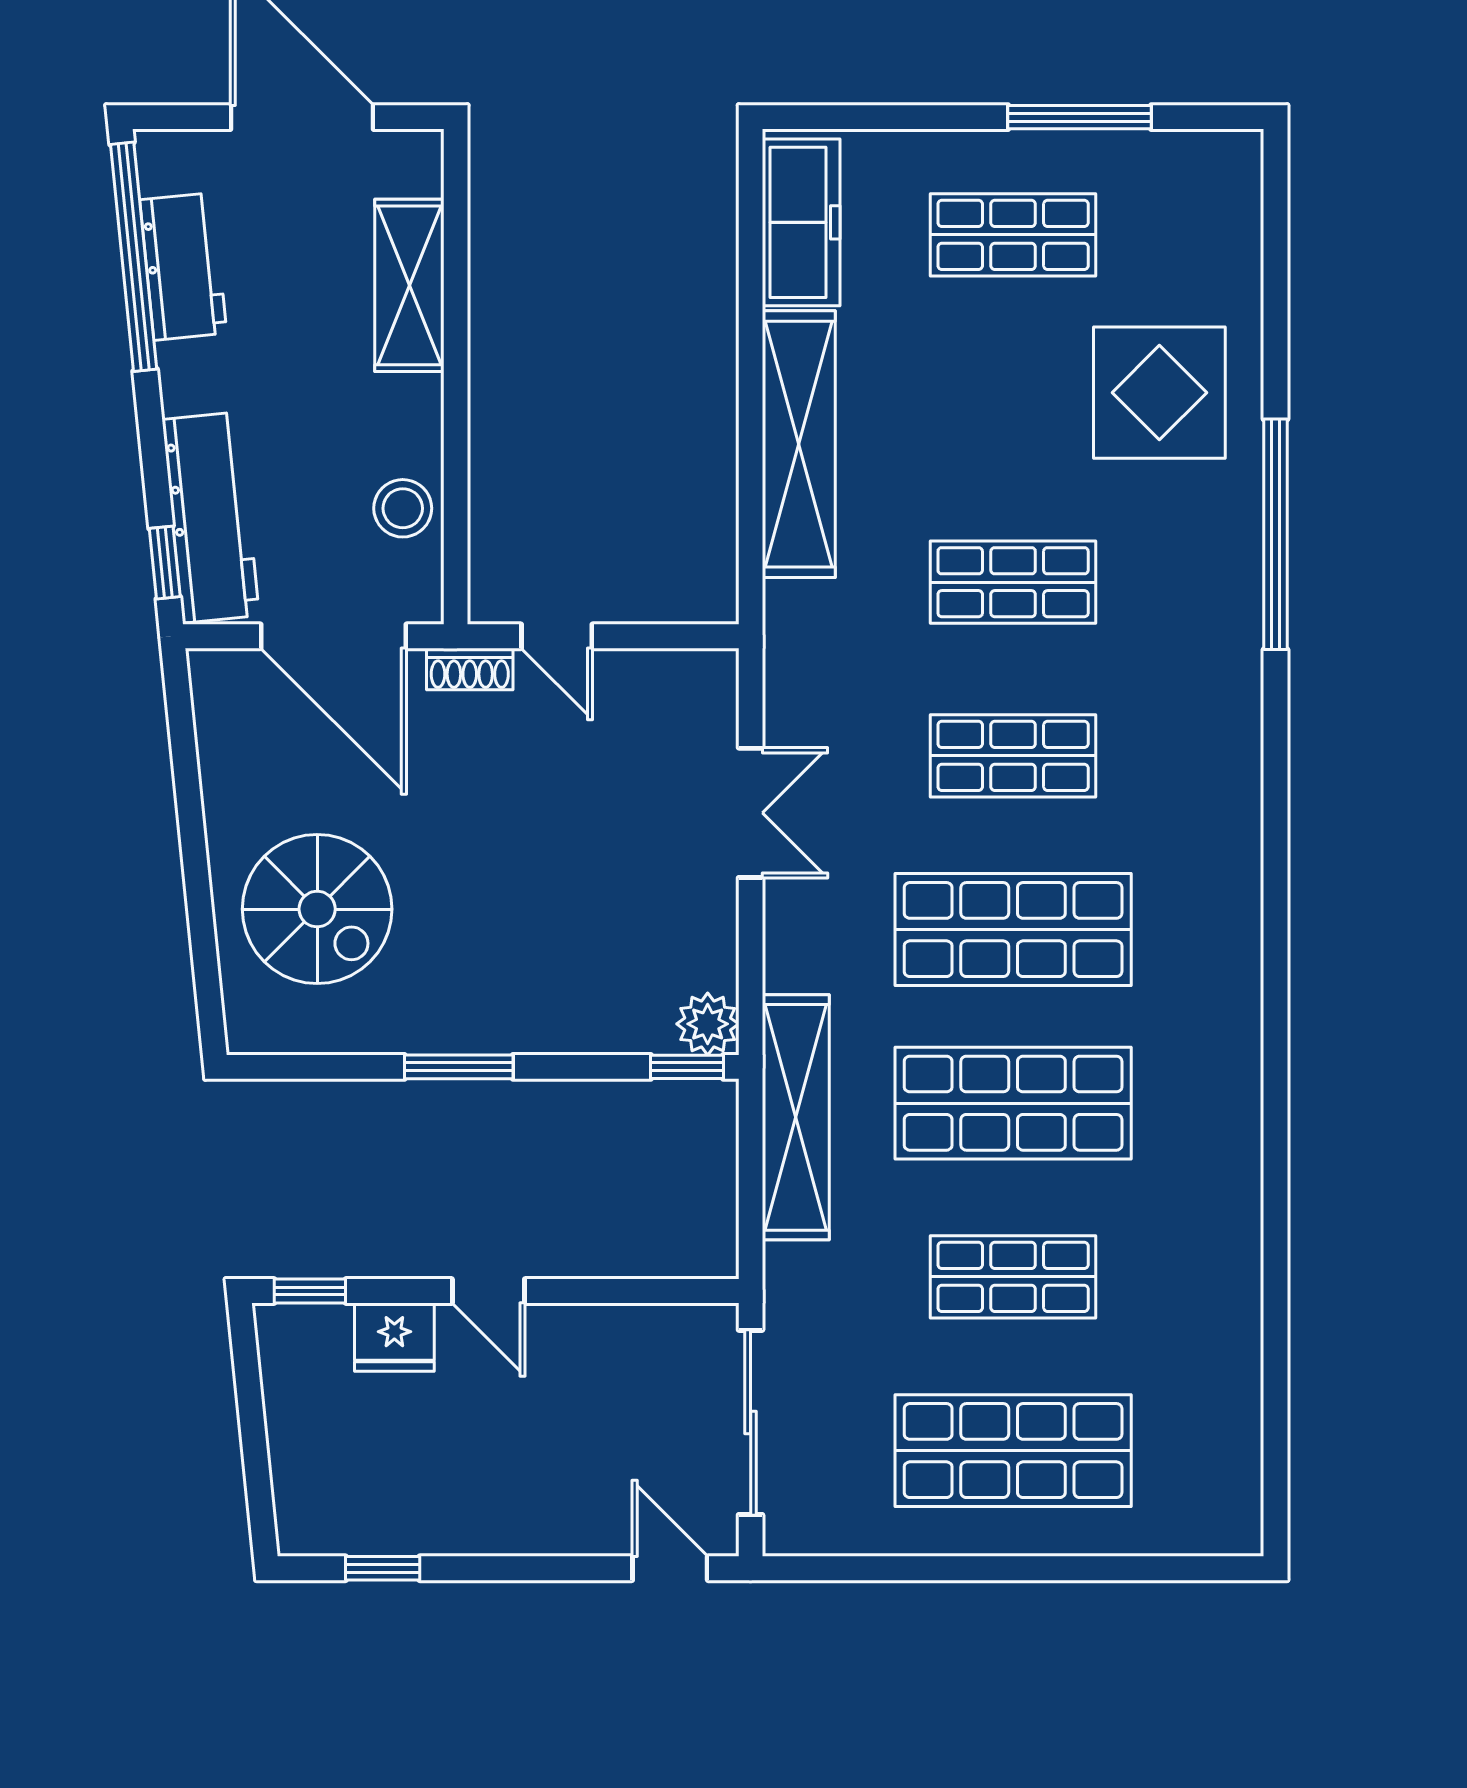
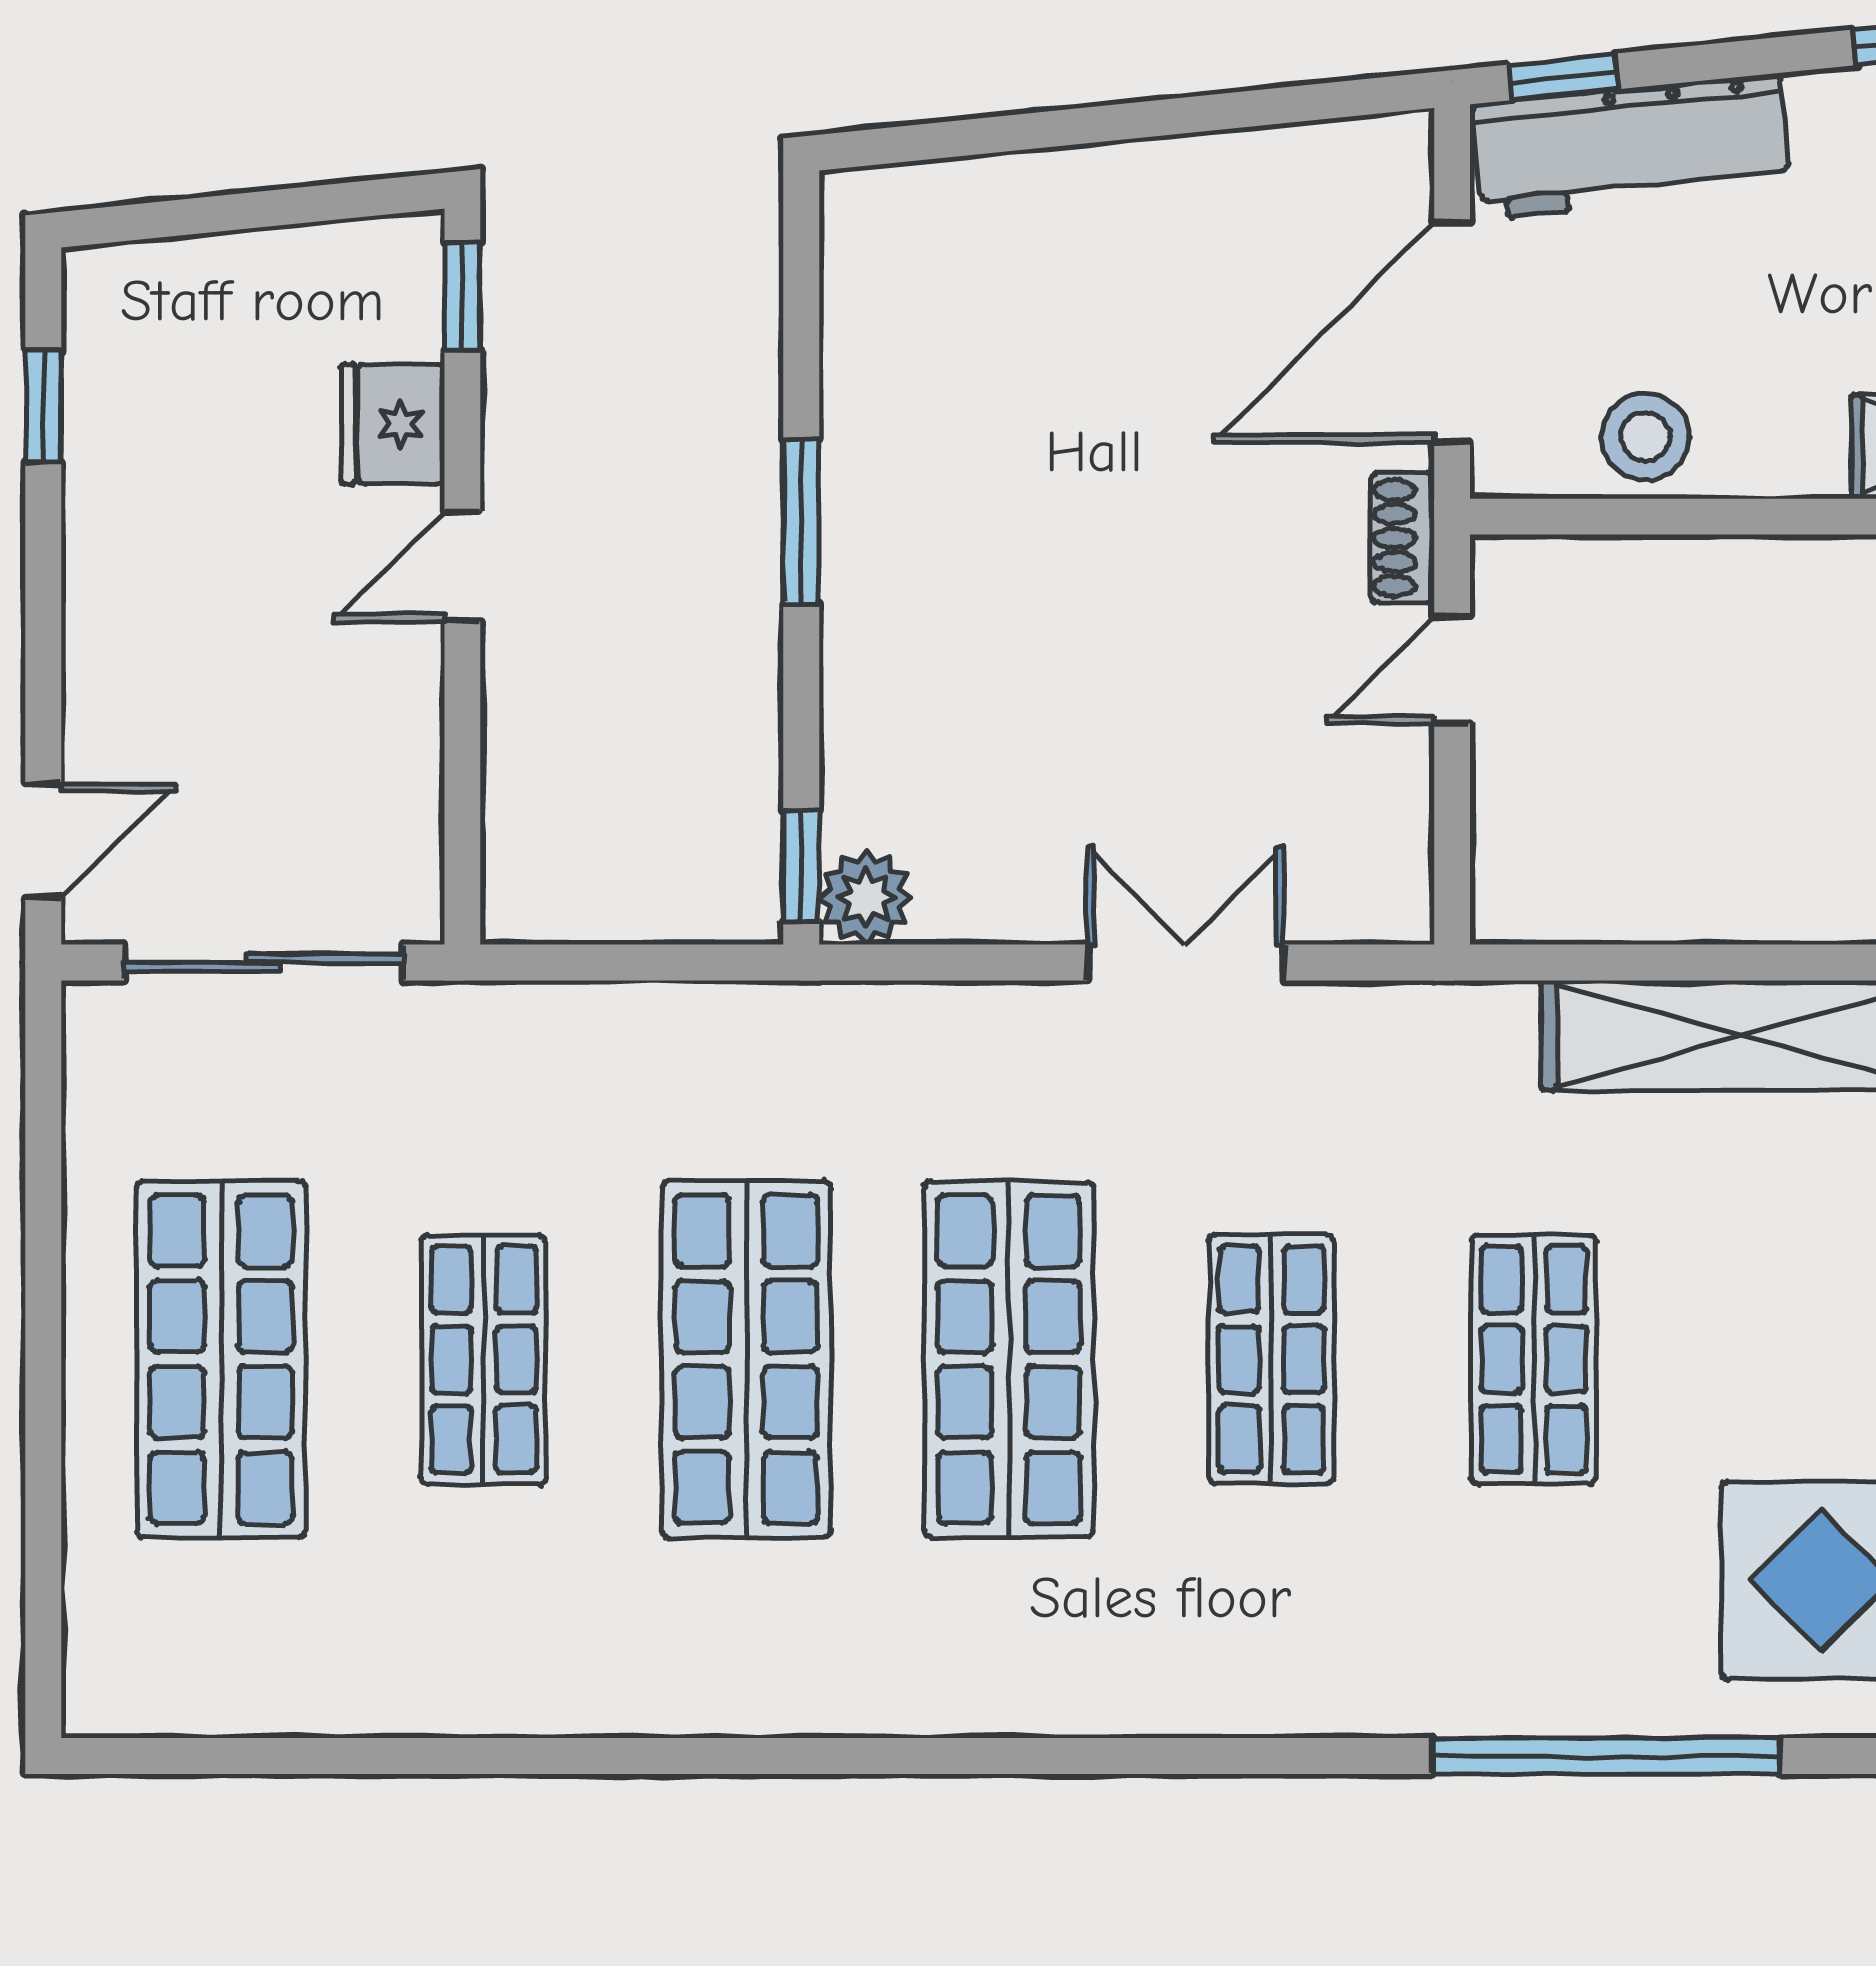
double door: (751, 813) -> (1185, 962), swing flipped
spiral stairs: (317, 909) -> (1040, 307), removed
shelving: (796, 1117) -> (725, 1031), removed

